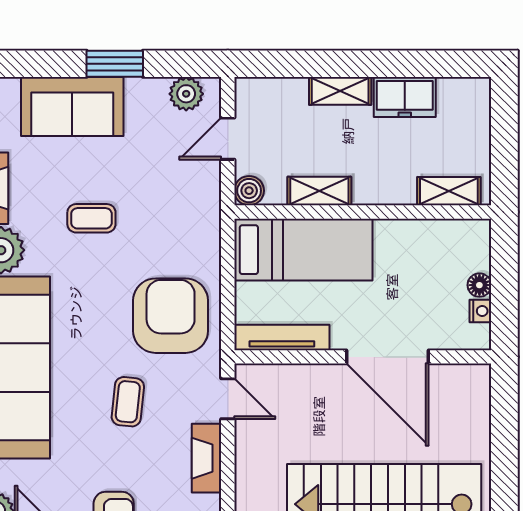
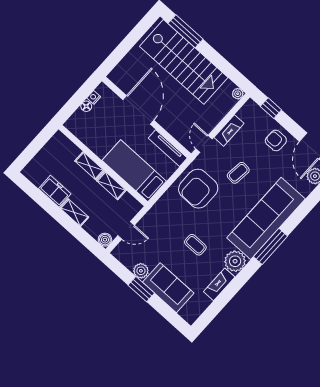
plant: (186, 94) -> (141, 271), moved
boiler: (249, 191) -> (105, 240), moved
shelving: (449, 191) -> (89, 166), moved

